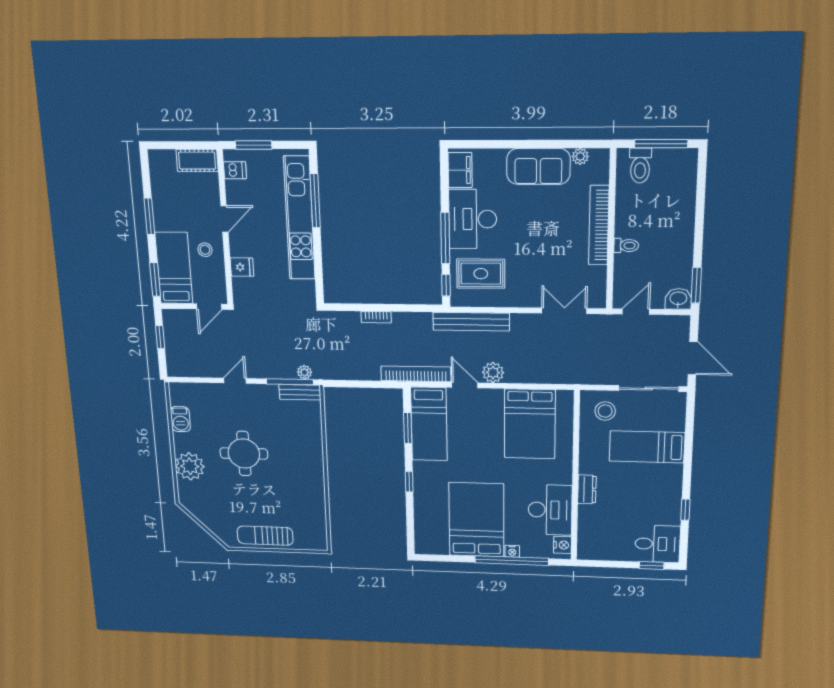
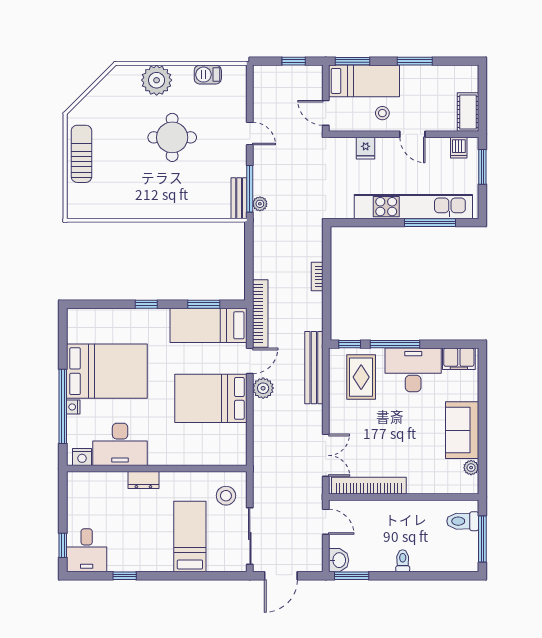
bookcase: (599, 225) -> (369, 486), moved
toilet: (626, 246) -> (403, 561), moved, turned 180
bed: (530, 424) -> (211, 398), moved

